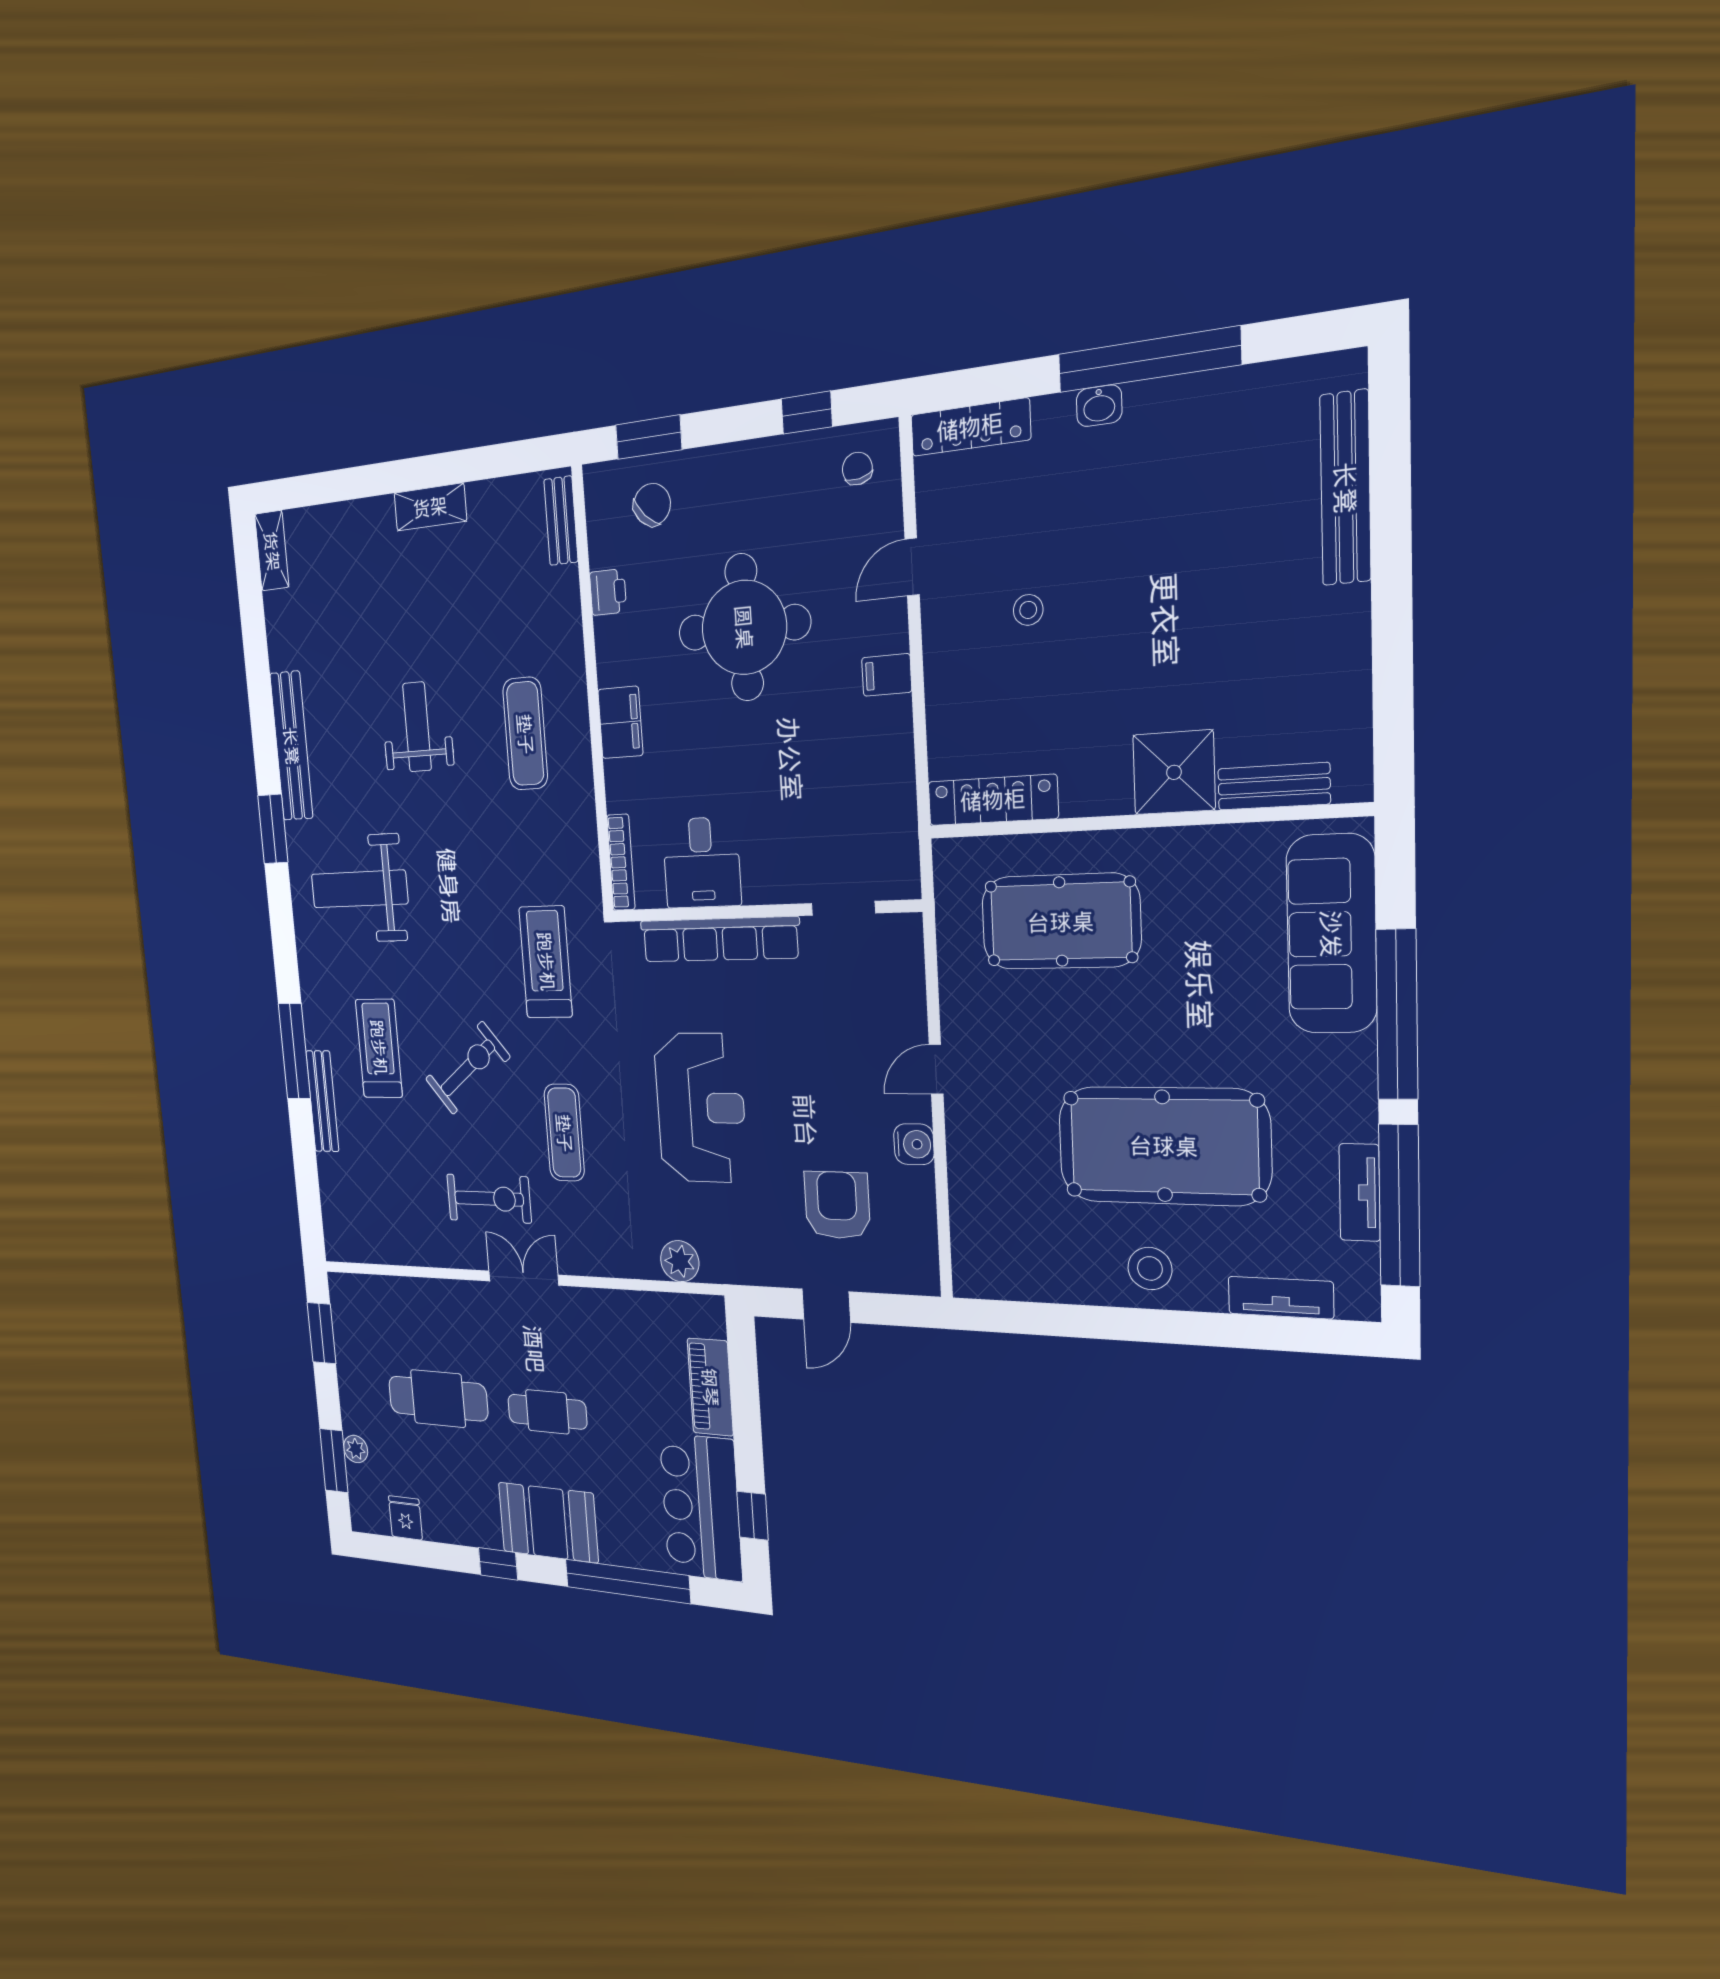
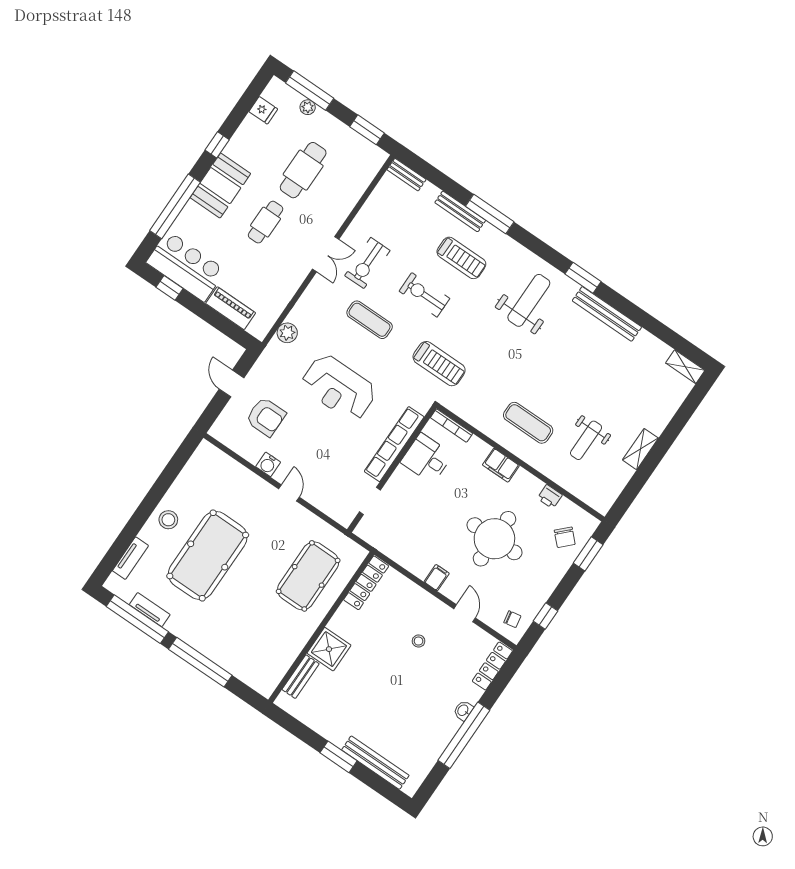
bench: (561, 521) -> (406, 175), moved
window: (1391, 575) -> (338, 757), added
weight bench: (417, 727) -> (586, 440), moved, turned 90
sofa: (1331, 934) -> (240, 661), removed
exercise bike: (468, 1068) -> (424, 295), turned 129
window: (334, 1461) -> (310, 91), width x1.44

